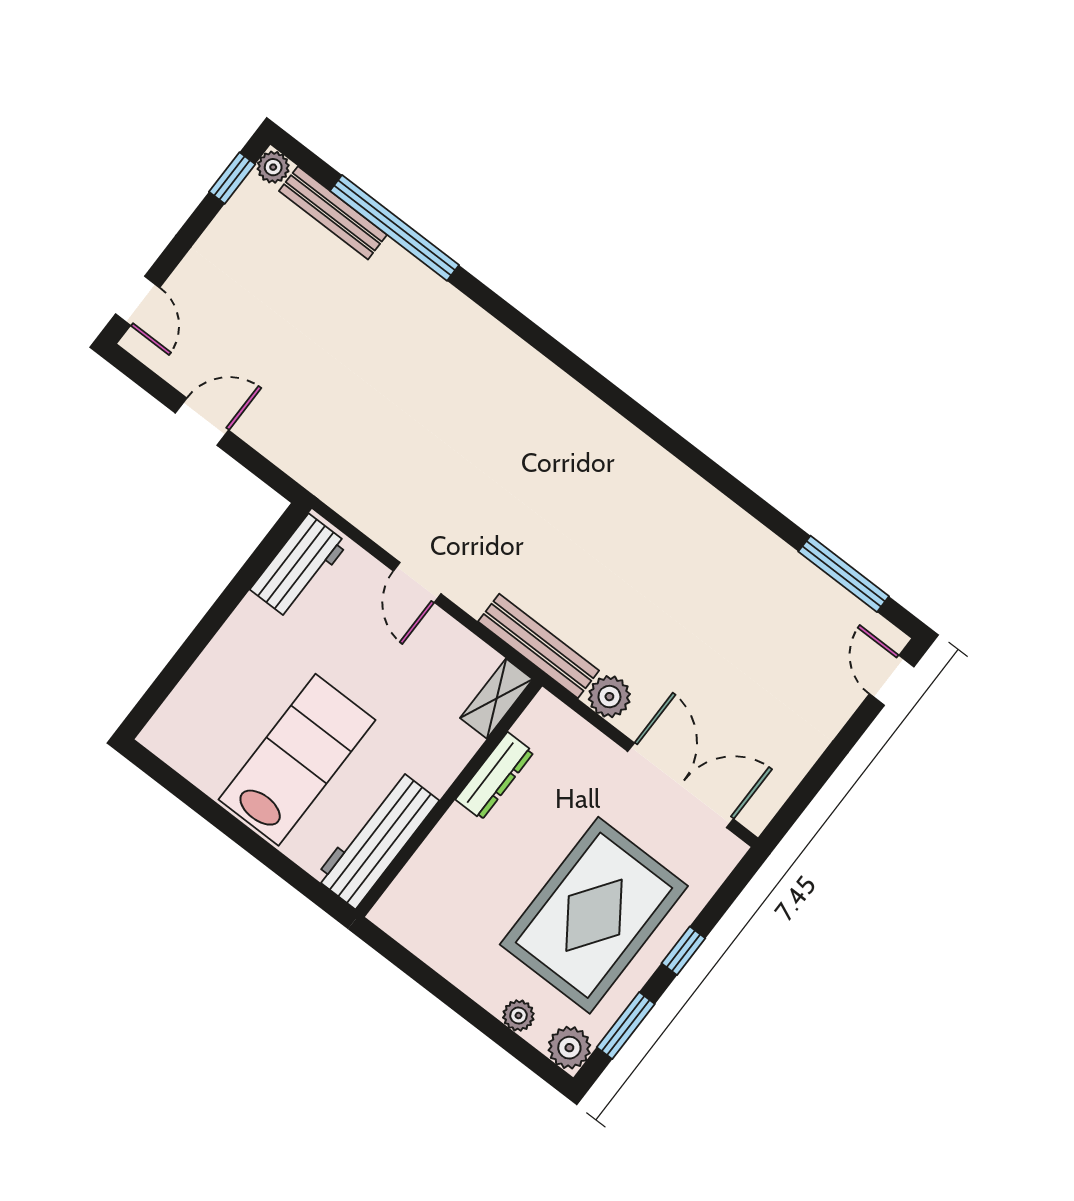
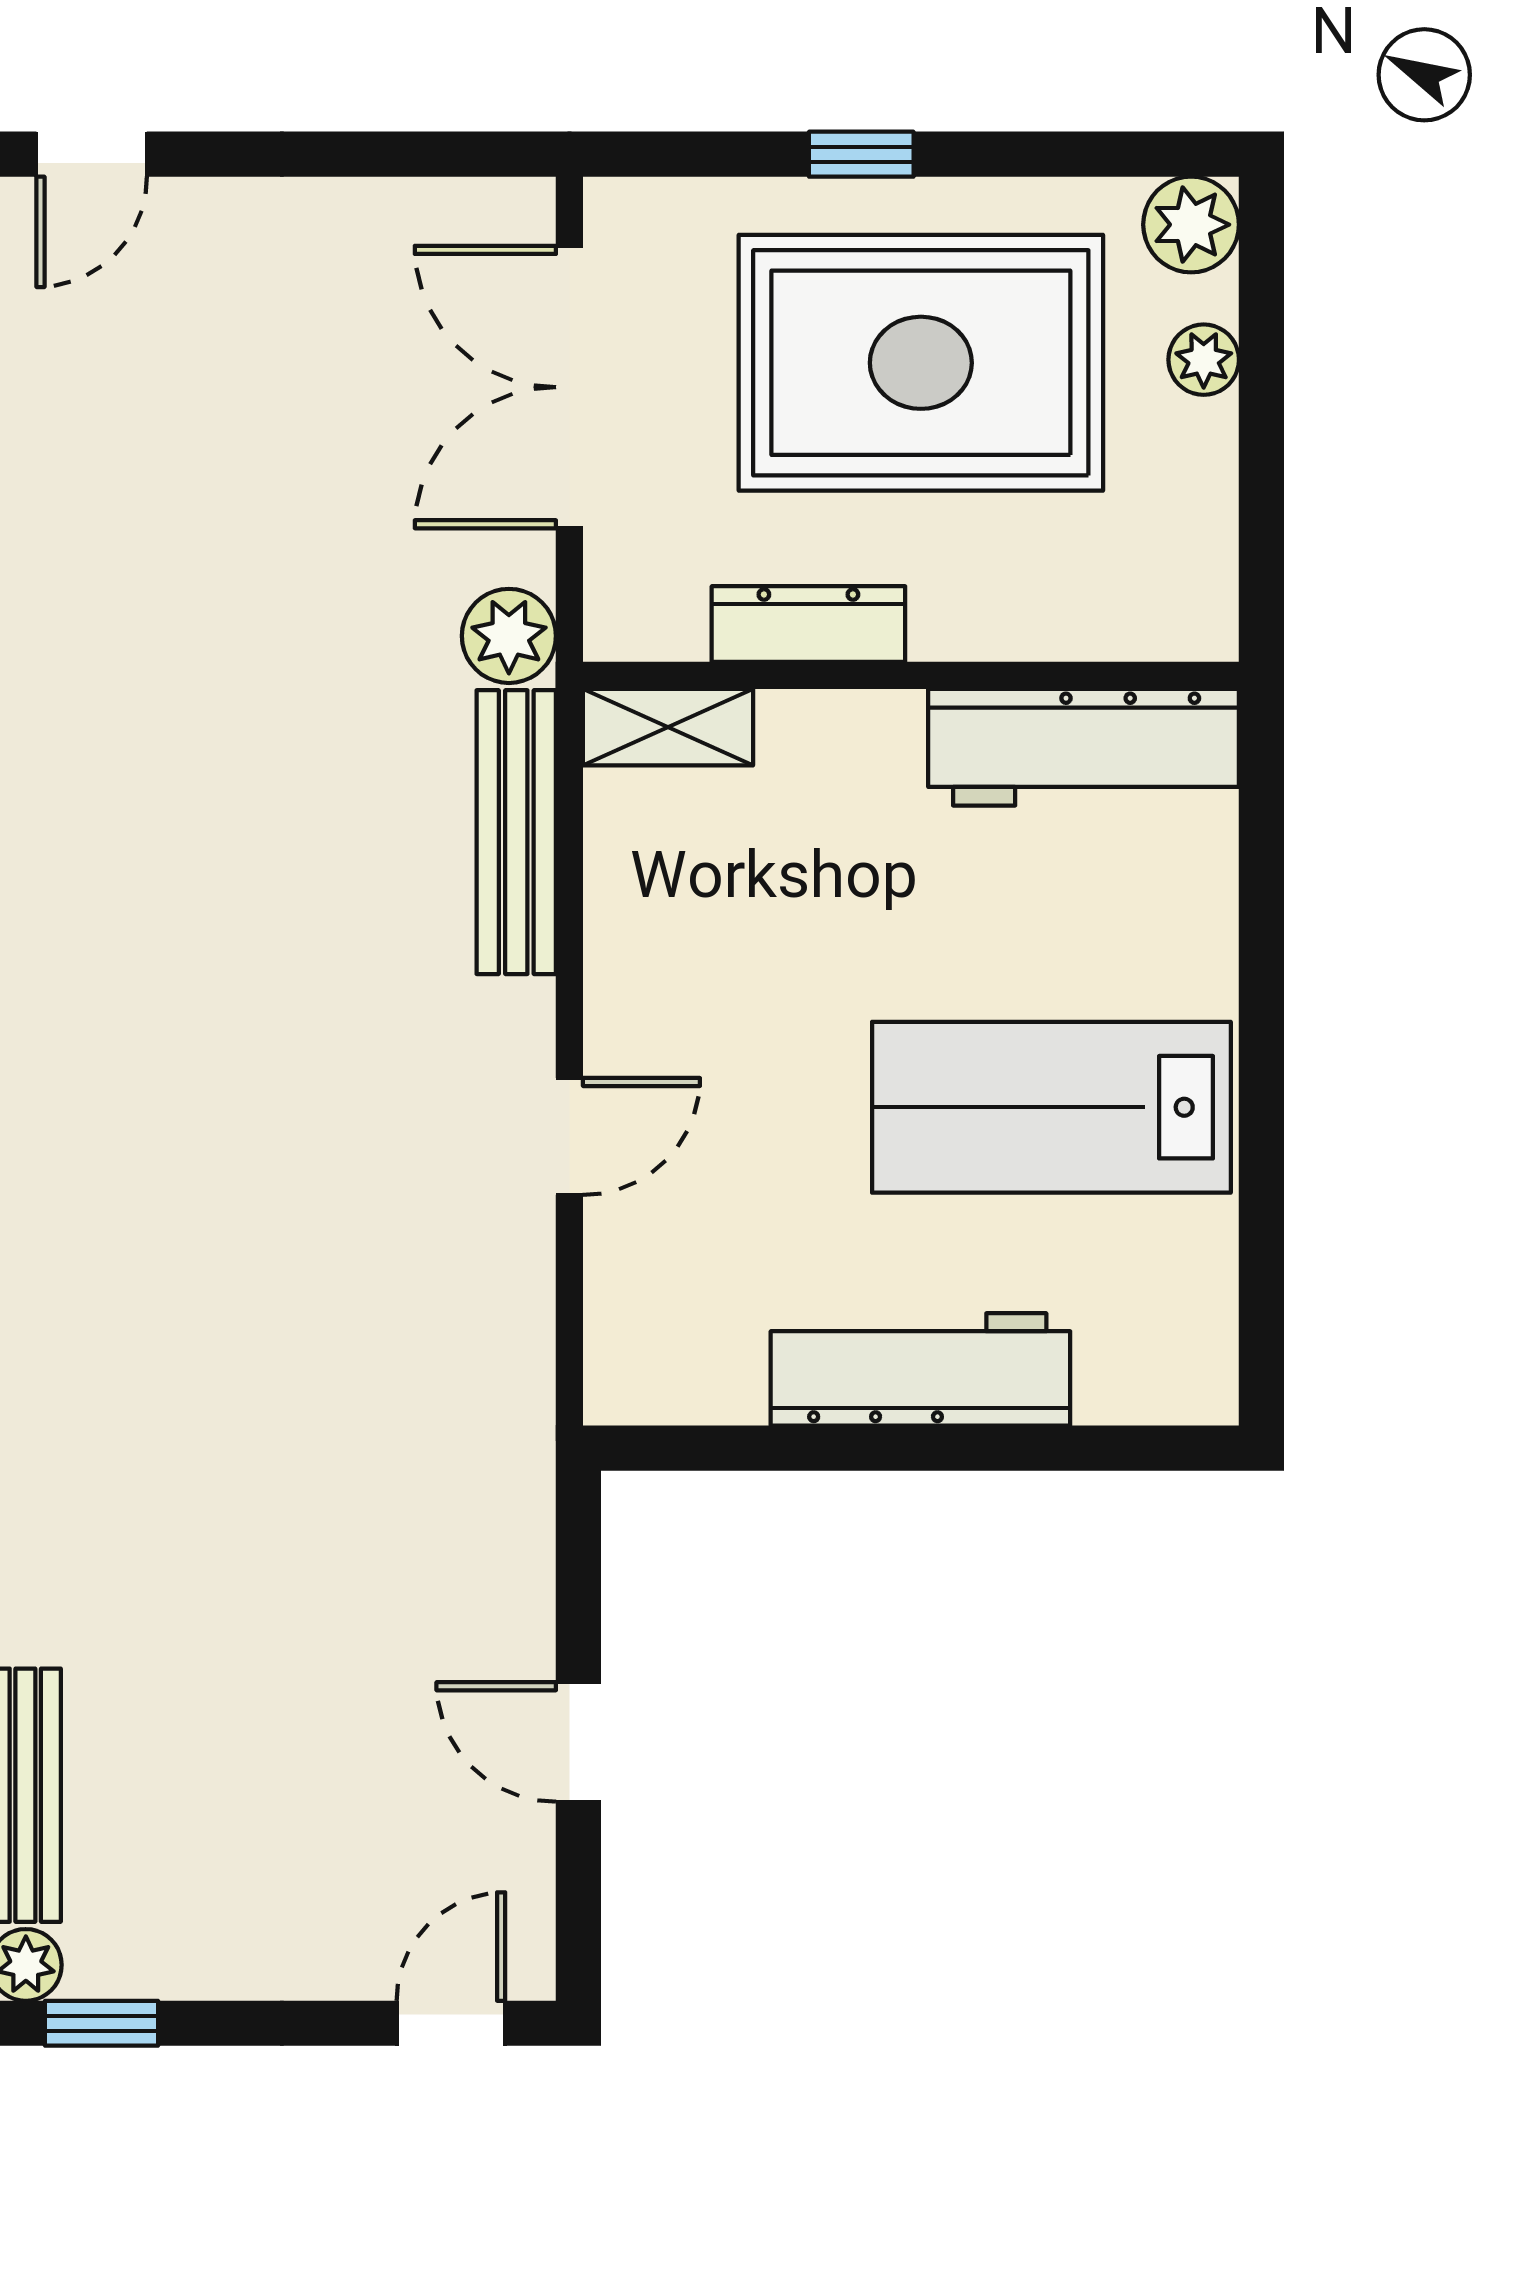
workbench: (299, 567) -> (920, 1369), moved, width x1.38
shelving: (496, 699) -> (668, 727), moved
dresser: (495, 776) -> (808, 624), moved
wall: (449, 798) -> (911, 675), moved
workbench: (377, 839) -> (1084, 747), moved
window: (626, 1026) -> (1074, 154), removed

